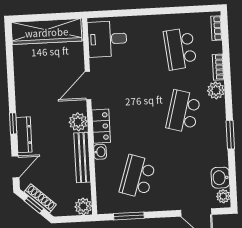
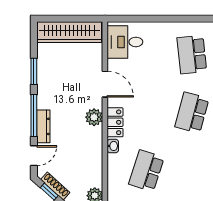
window: (11, 76) -> (34, 71), added
door: (88, 85) -> (105, 84), swing flipped
window: (13, 123) -> (34, 116), width x2.17
bench: (82, 157) -> (96, 150), removed

